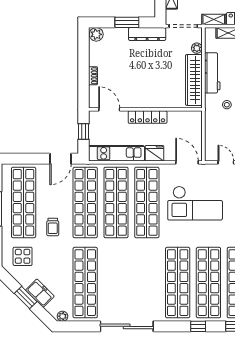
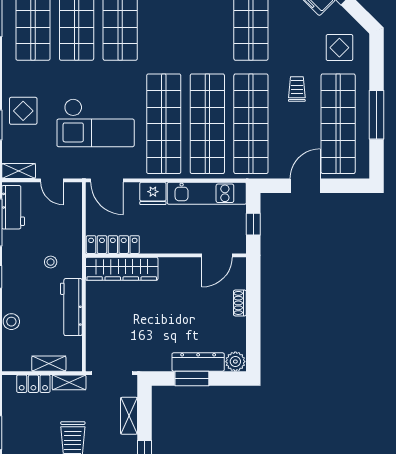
dresser: (147, 34) -> (198, 362), moved
plant: (197, 48) -> (93, 342), removed
wardrobe: (194, 80) -> (122, 269), moved, turned 90
door: (109, 109) -> (217, 255), hinge flipped
locker: (148, 117) -> (113, 245), moved
door: (61, 159) -> (305, 186), moved
checkout: (195, 203) -> (96, 123), turned 180

